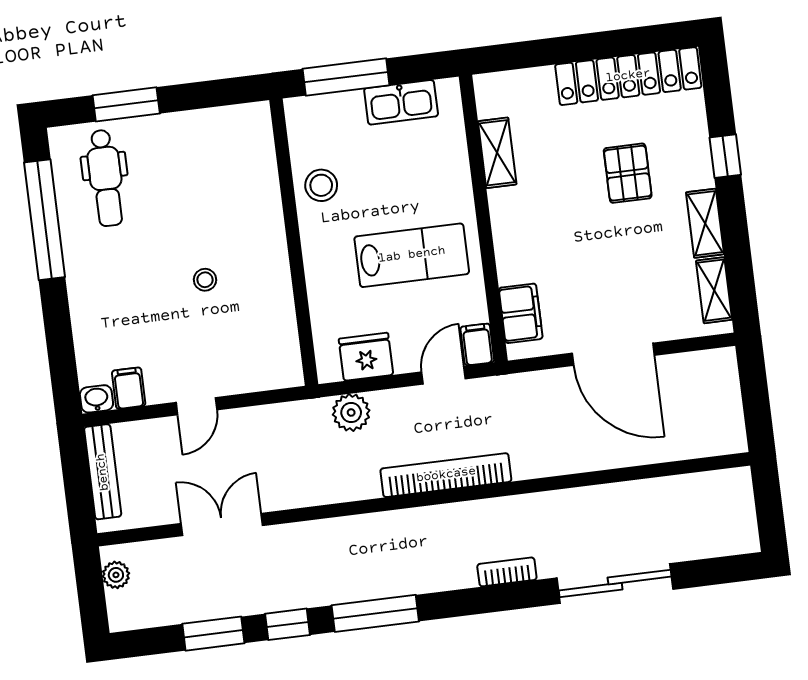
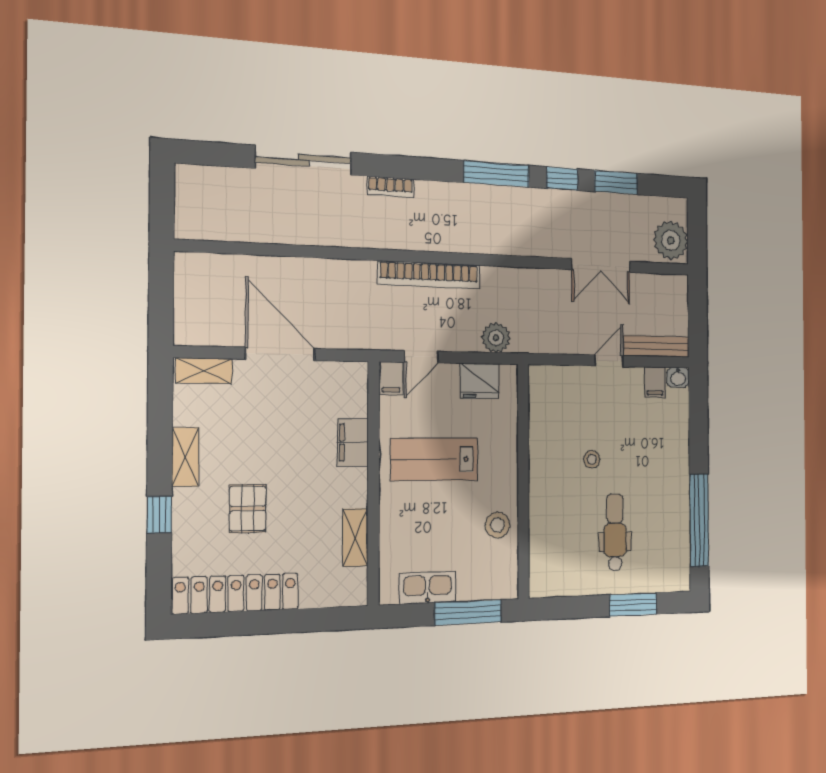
dental chair: (106, 178) -> (615, 532), moved
shelving: (714, 290) -> (204, 371), moved, turned 90
filing cabinet: (521, 313) -> (353, 443), moved
bench: (103, 472) -> (656, 346), moved, turned 90
plant: (116, 575) -> (671, 240), width x1.87, depth x1.87

